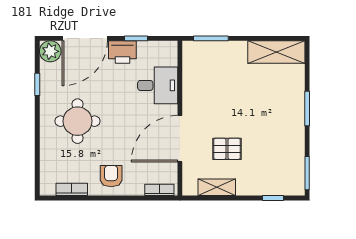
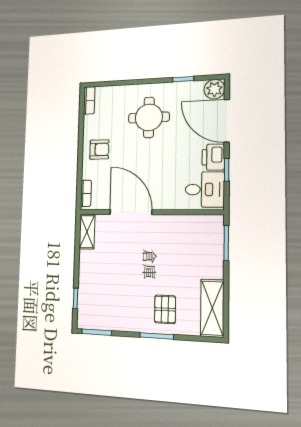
desk: (158, 85) -> (205, 189), moved, turned -90
pallet: (227, 149) -> (165, 309), moved
shelving: (217, 187) -> (87, 232), moved
bookcase: (72, 189) -> (89, 100), moved

